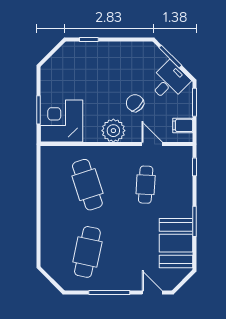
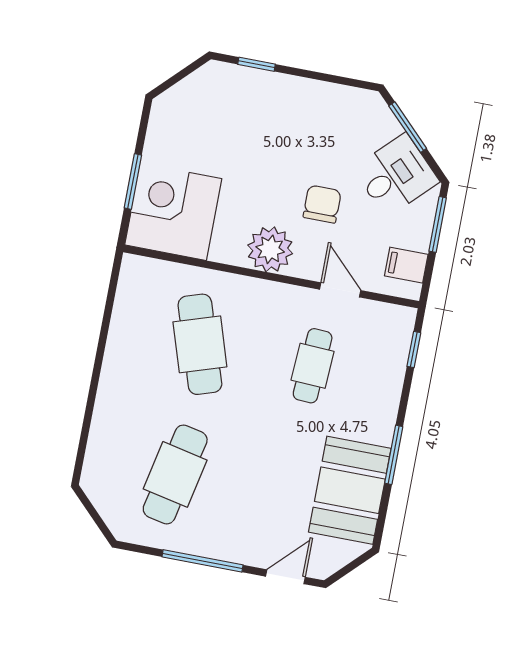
chair: (135, 103) -> (322, 204), turned 45
door: (152, 292) -> (285, 577), hinge flipped

